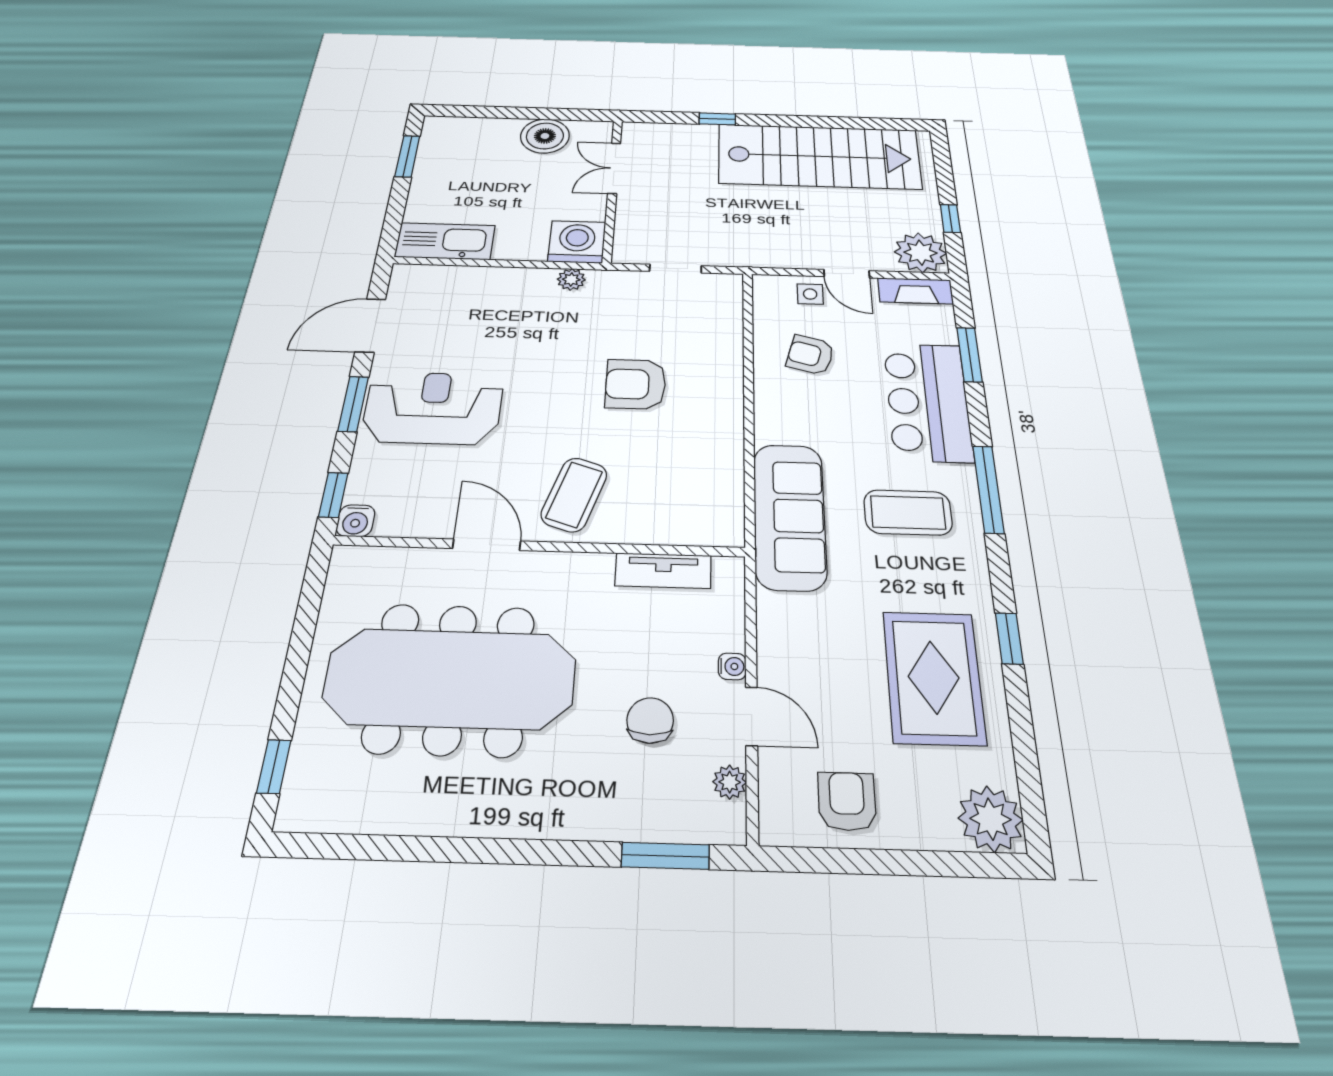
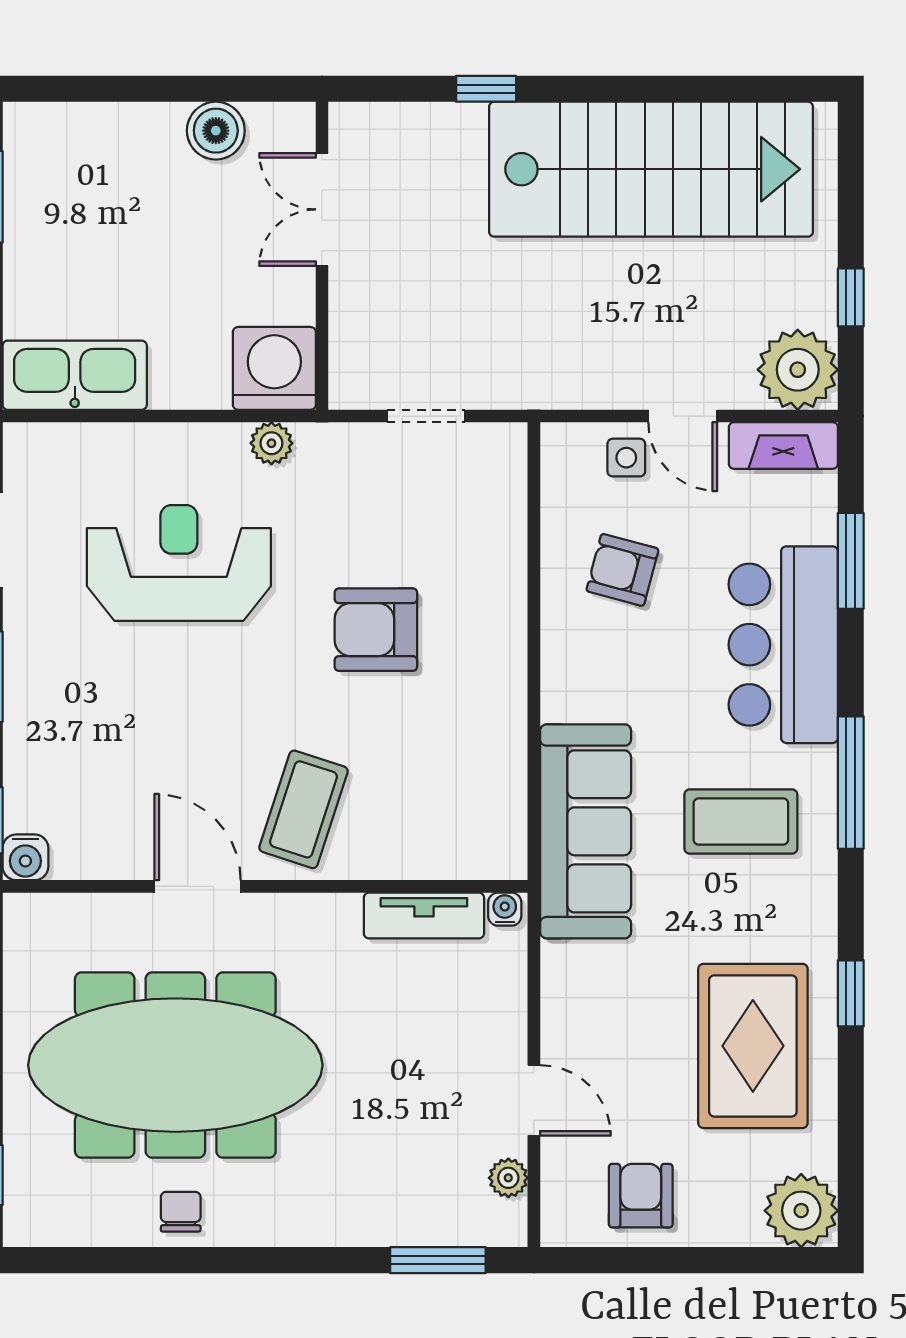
boiler: (545, 136) -> (216, 131), width x0.73, depth x0.73
reception desk: (433, 408) -> (179, 563), moved
water cooler: (732, 666) -> (505, 909), moved, turned -90
chair: (650, 720) -> (181, 1212), moved, width x0.73, depth x0.73

